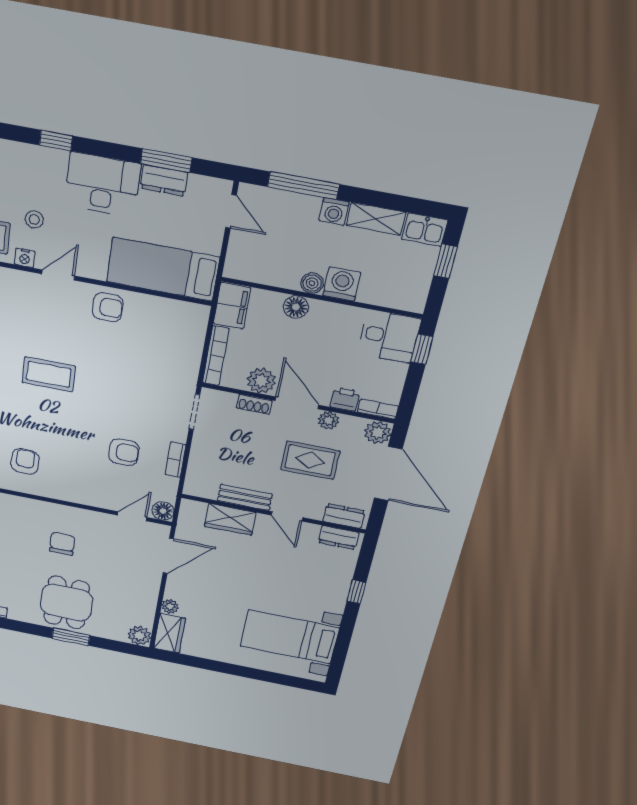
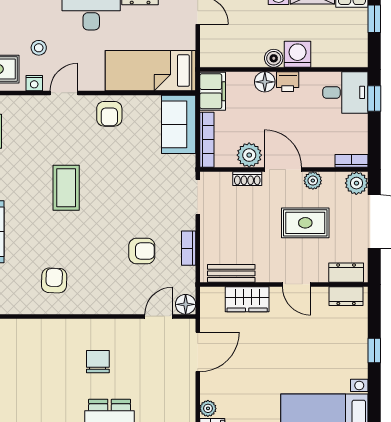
armchair: (108, 307) -> (109, 114), turned 90
sofa: (186, 334) -> (179, 124), added
coffee table: (49, 374) -> (66, 188), turned 90
printer: (345, 399) -> (288, 82), moved, turned 180
bench: (245, 497) -> (231, 273), moved

